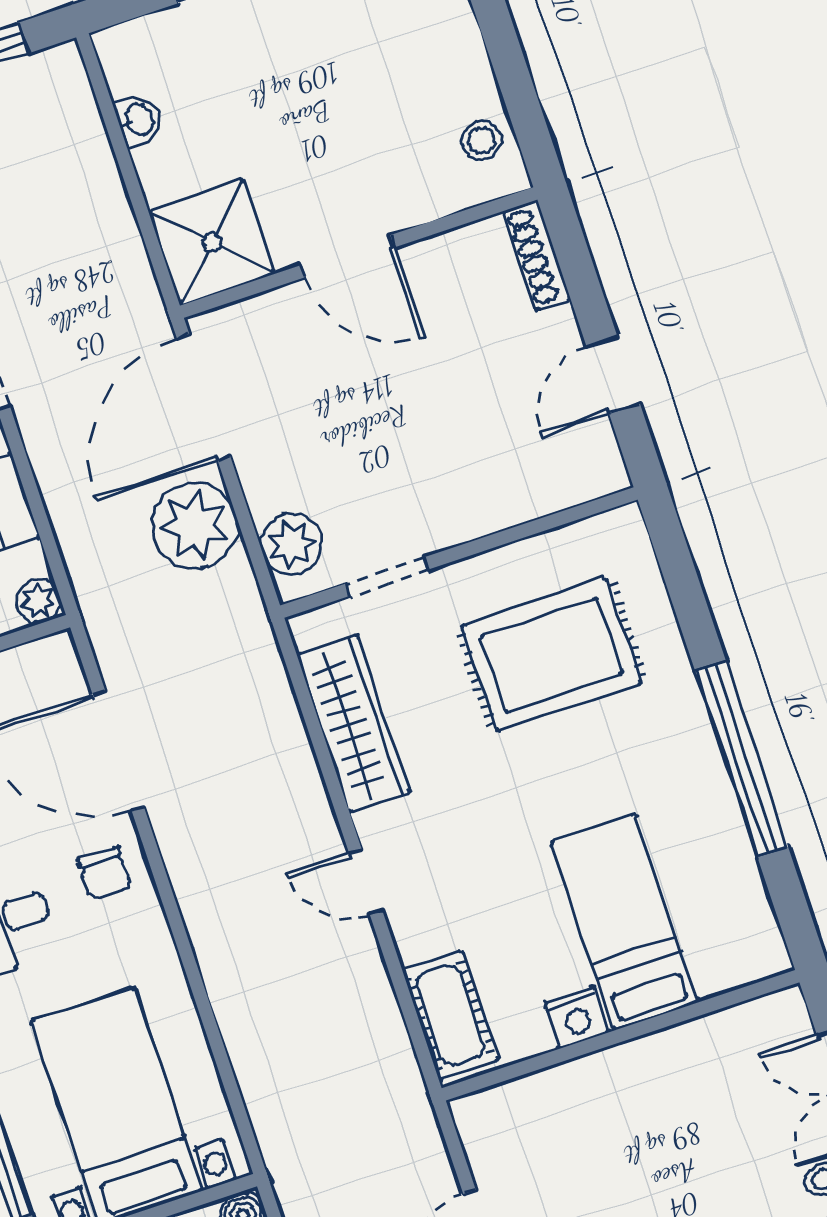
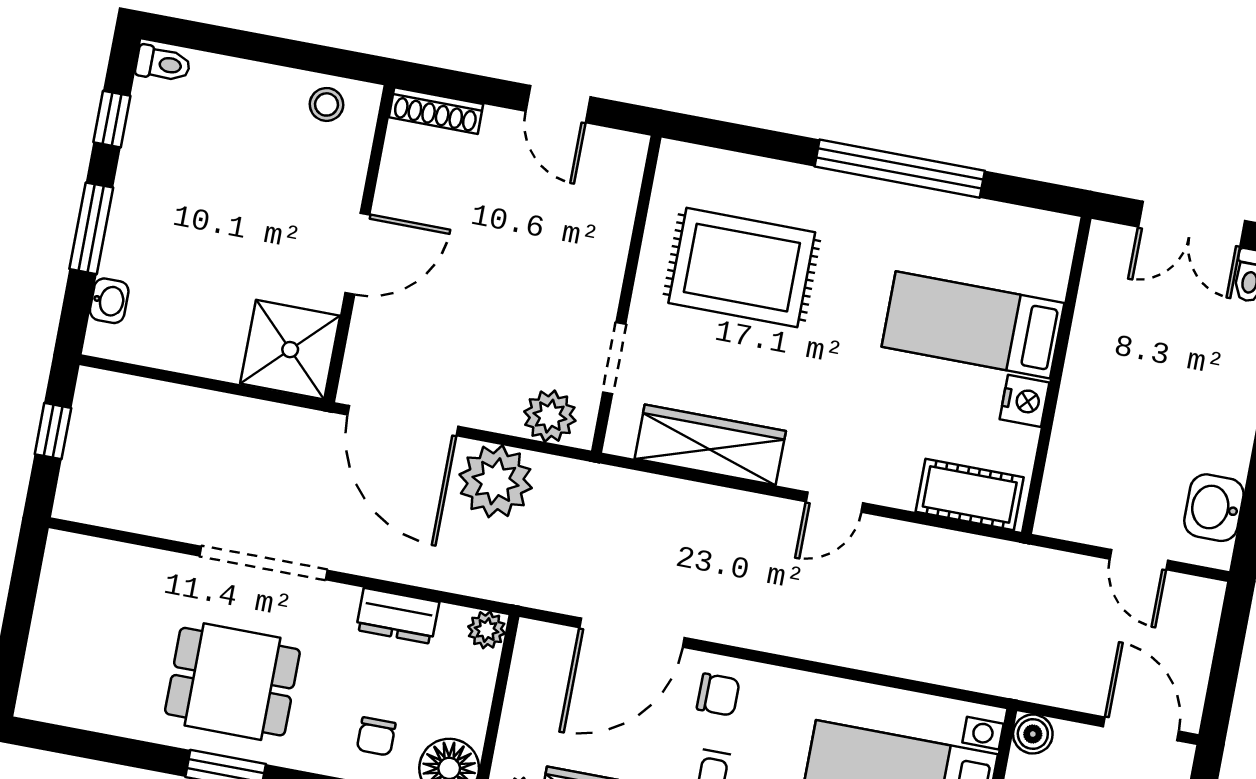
washbasin: (139, 120) -> (109, 301), moved, turned 90
rug: (552, 655) -> (742, 268), turned 90

